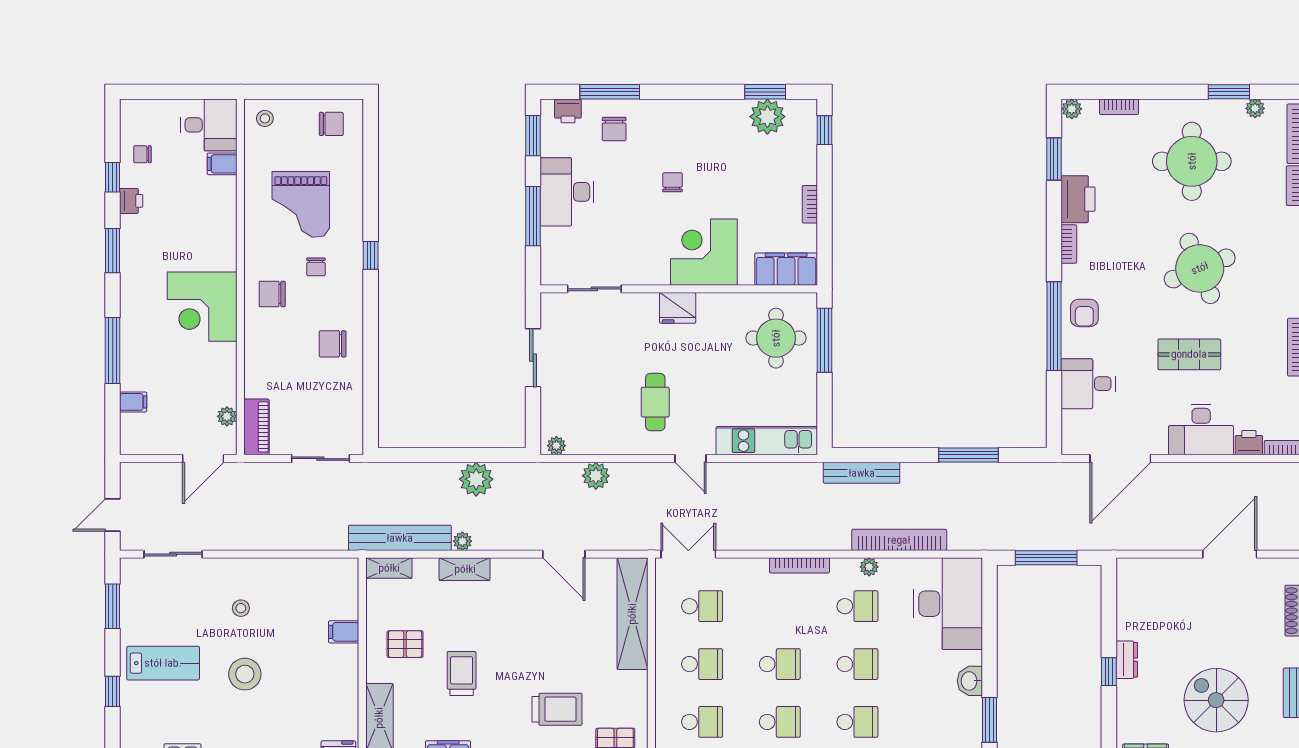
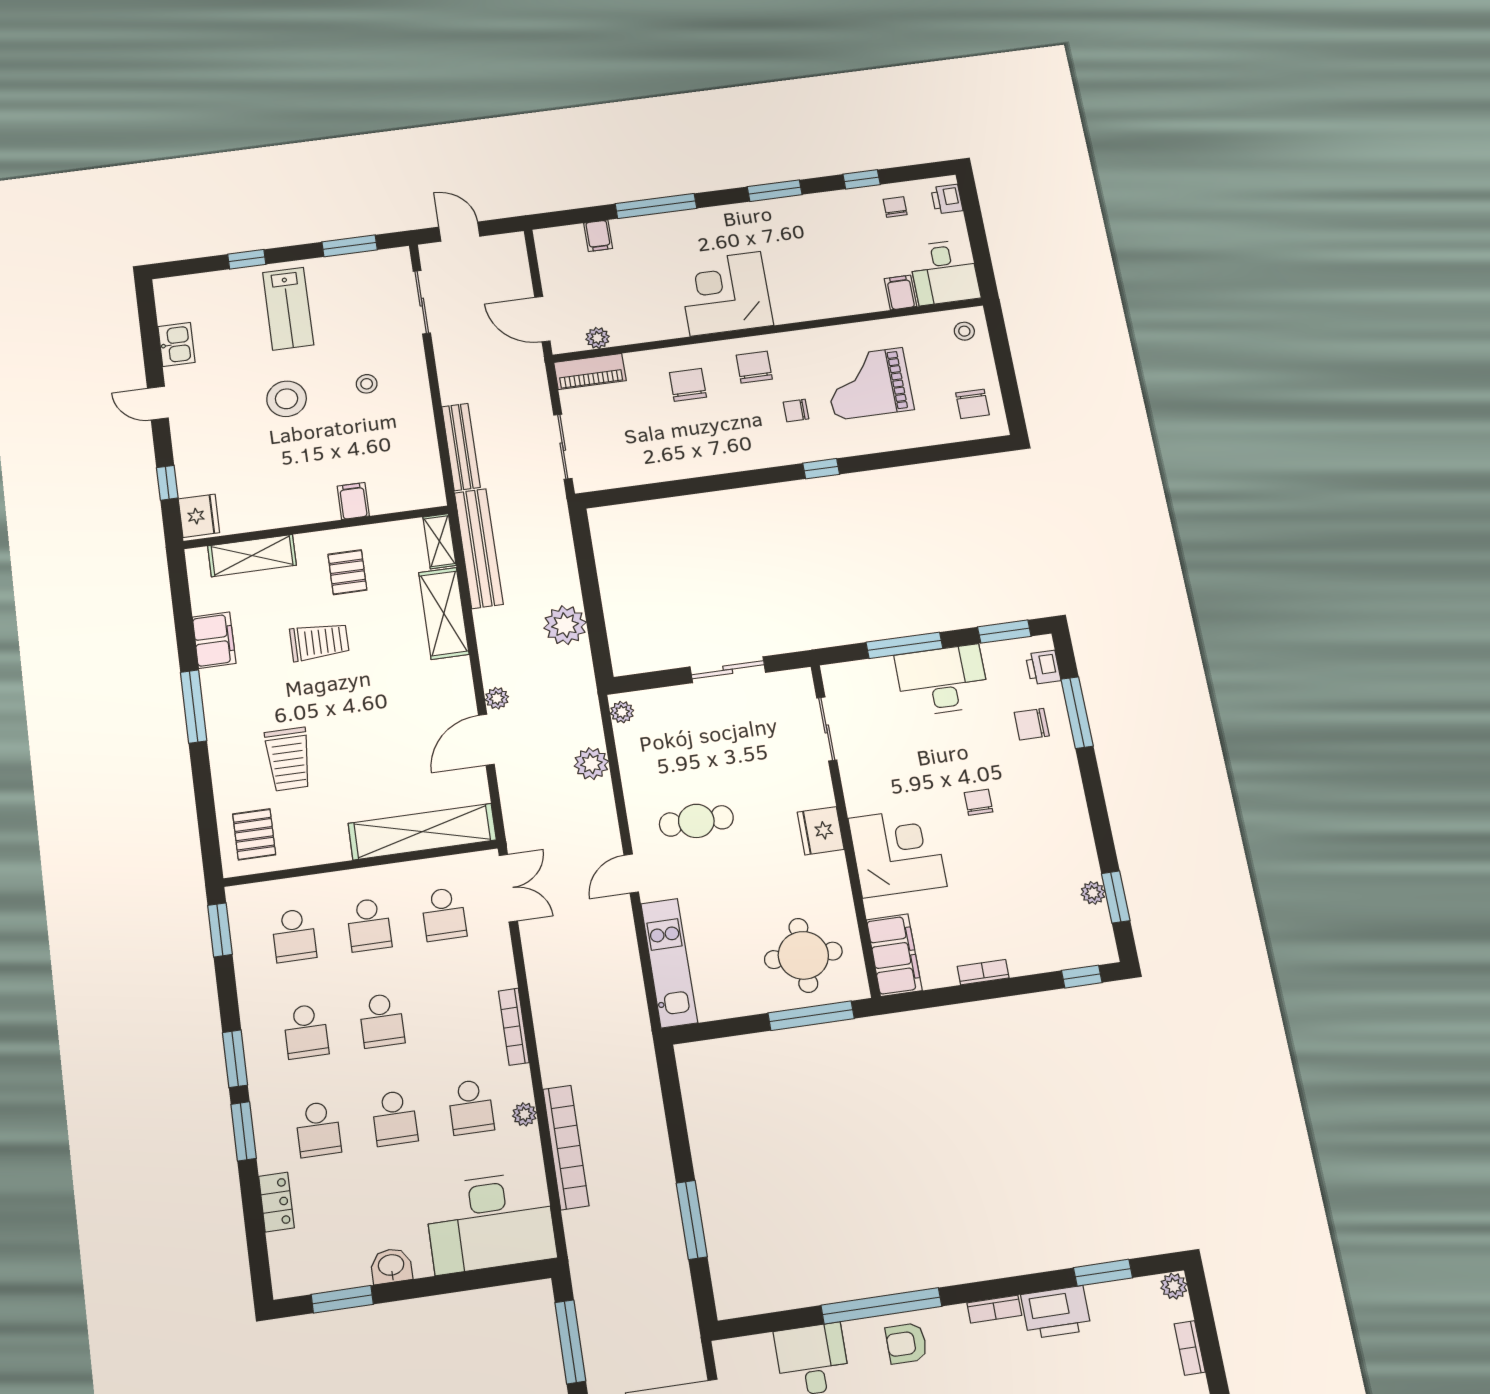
plant: (767, 117) -> (1093, 893), width x0.53, depth x0.53
chair: (672, 182) -> (979, 802), turned -90
printer: (131, 201) -> (947, 199), moved, turned 90
chair: (333, 344) -> (688, 385), moved
bench: (862, 473) -> (461, 447), moved
plant: (462, 541) -> (497, 698), moved
shelving: (465, 569) -> (444, 613), width x1.50, depth x1.33

